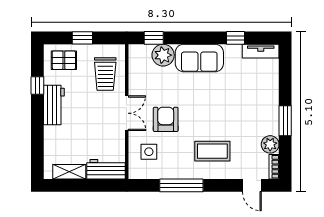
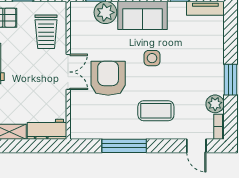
armchair: (166, 119) -> (108, 78), width x1.36, depth x1.36
side table: (149, 152) -> (152, 58), moved

